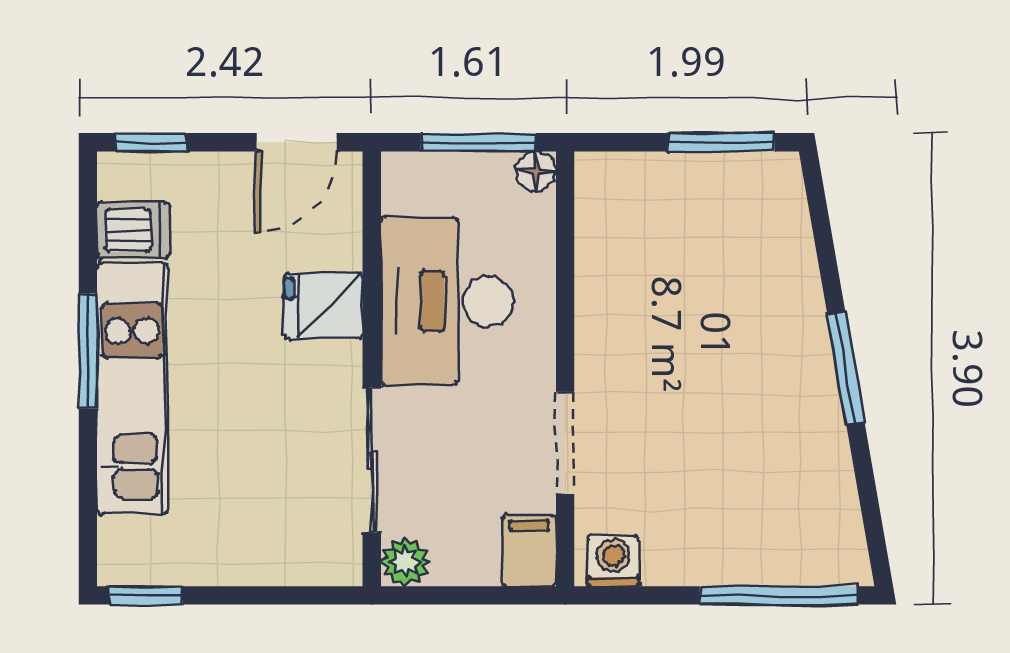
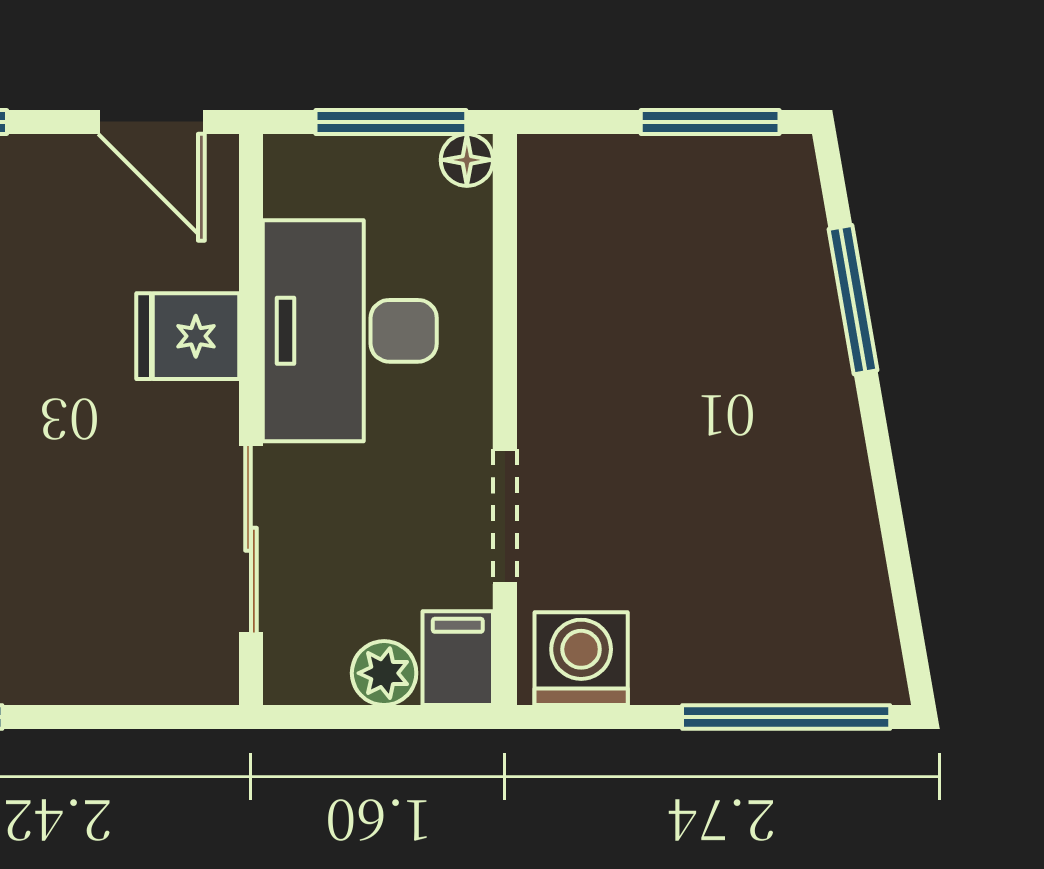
door: (296, 142) -> (152, 122), hinge flipped
window: (846, 368) -> (853, 300), moved
washing machine: (613, 561) -> (581, 659), width x1.38, depth x1.38
plant: (405, 562) -> (384, 673), moved

